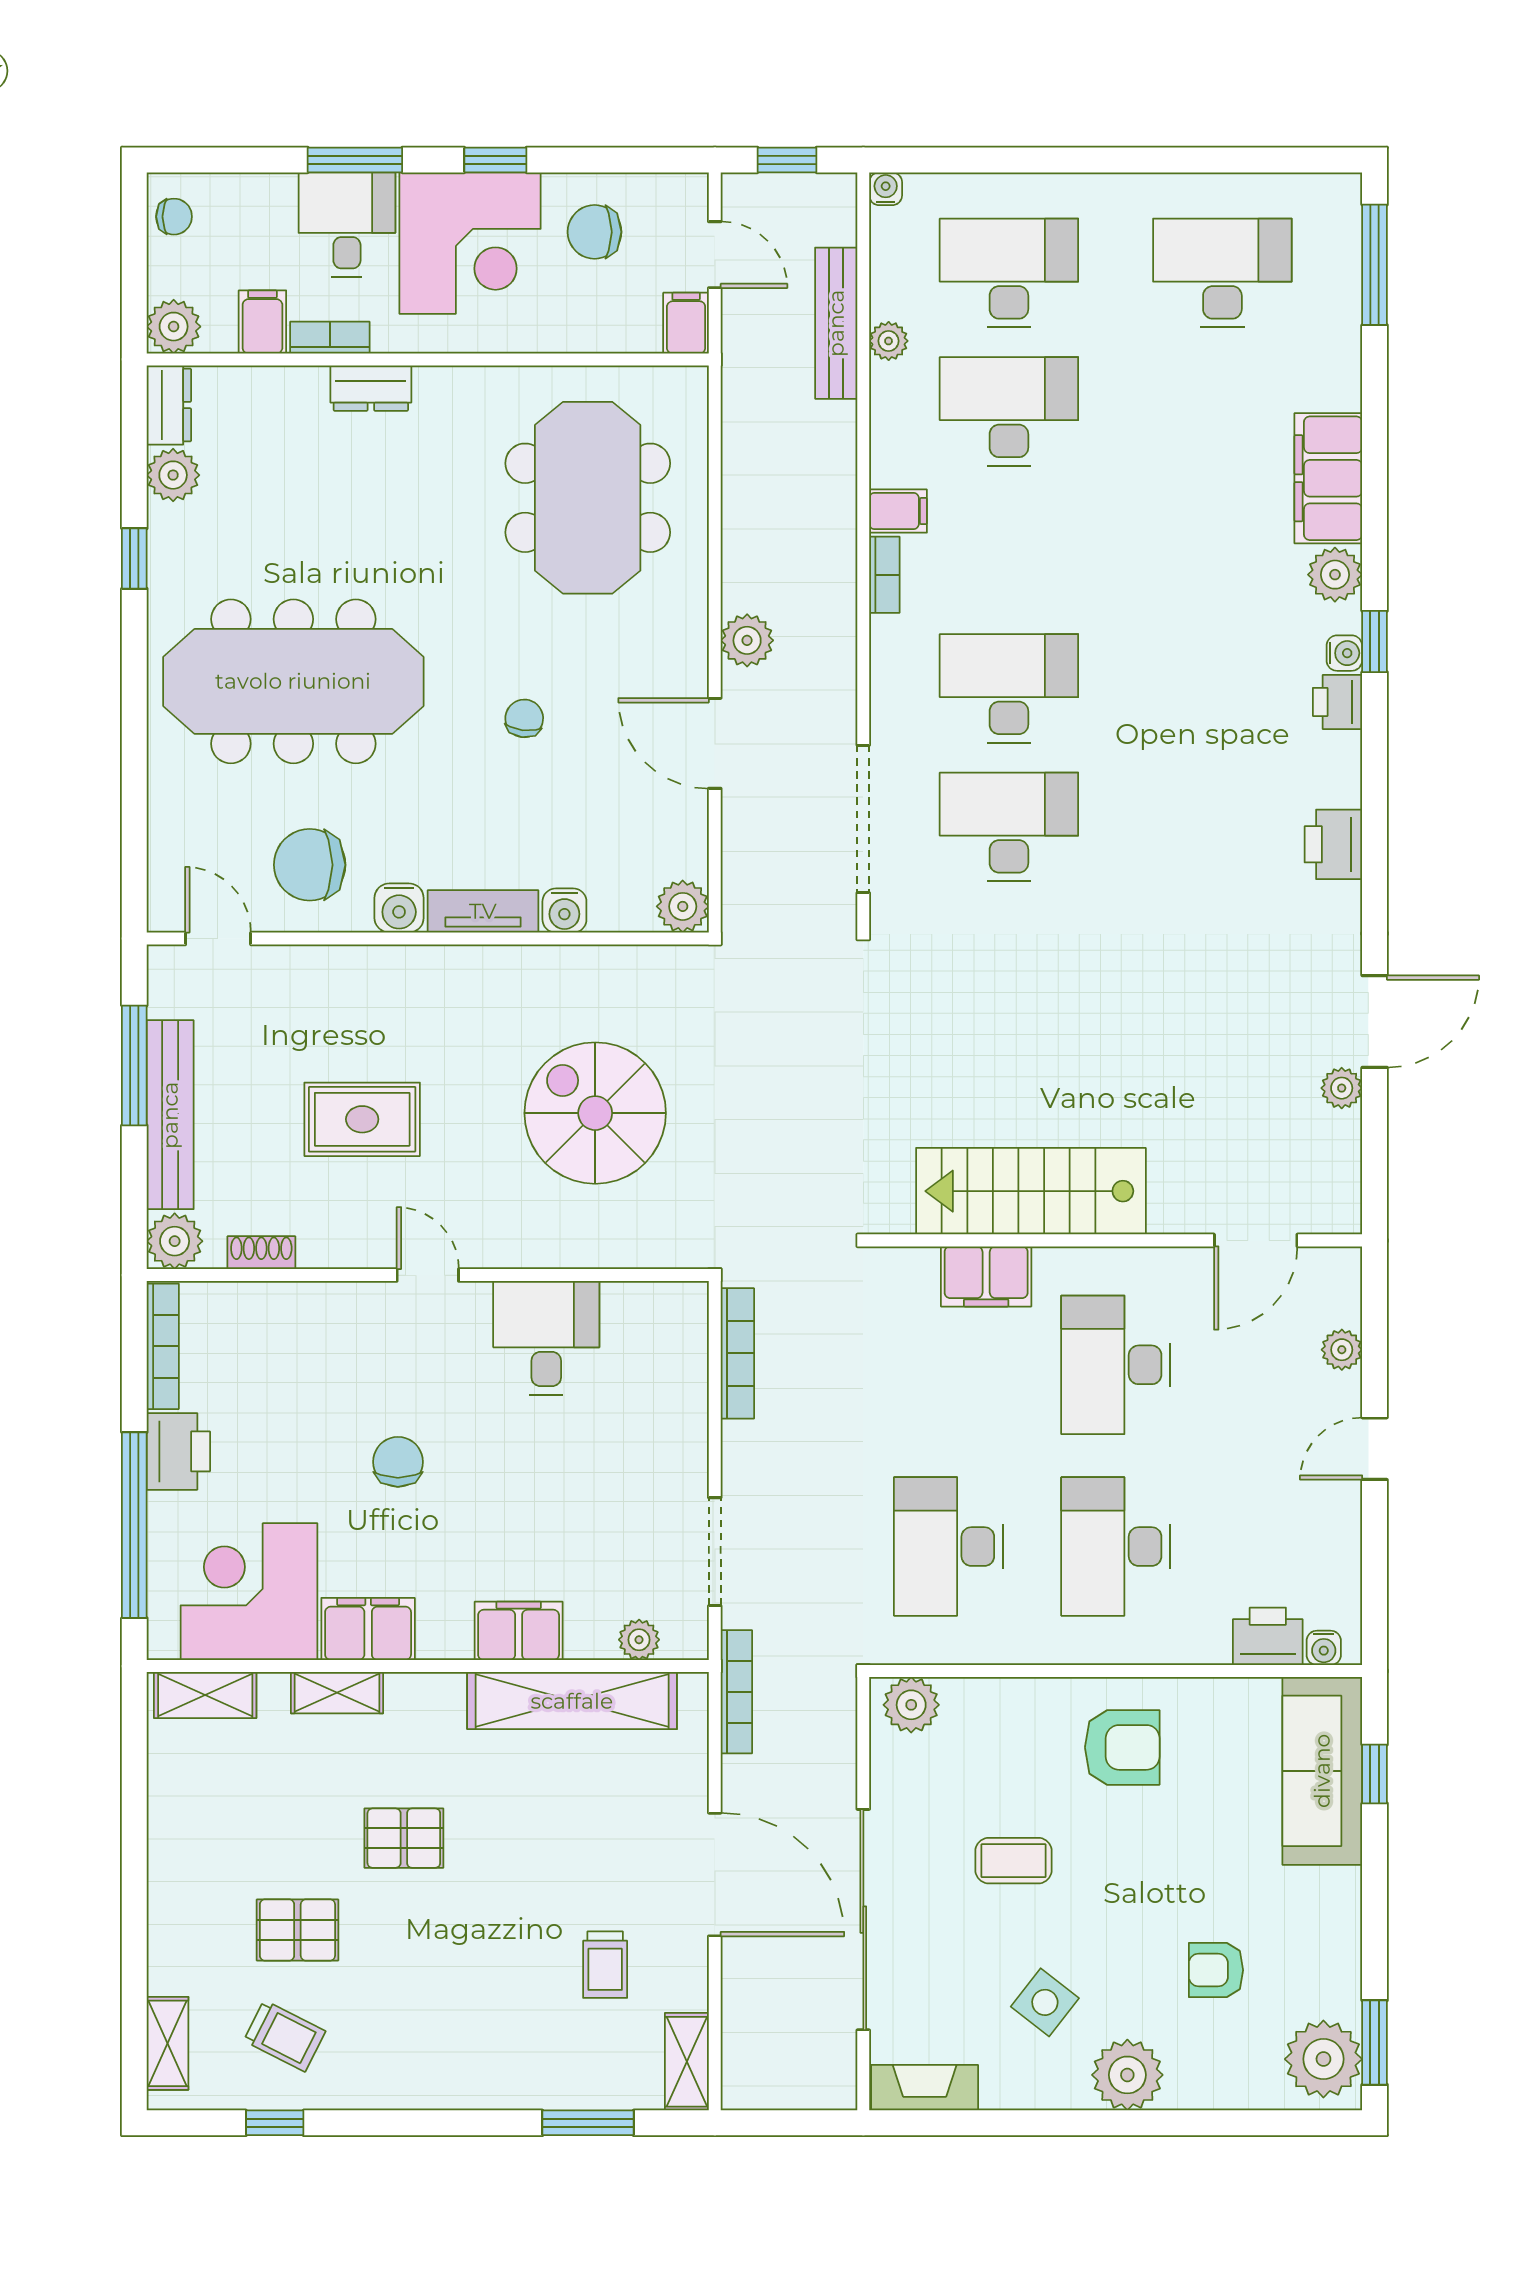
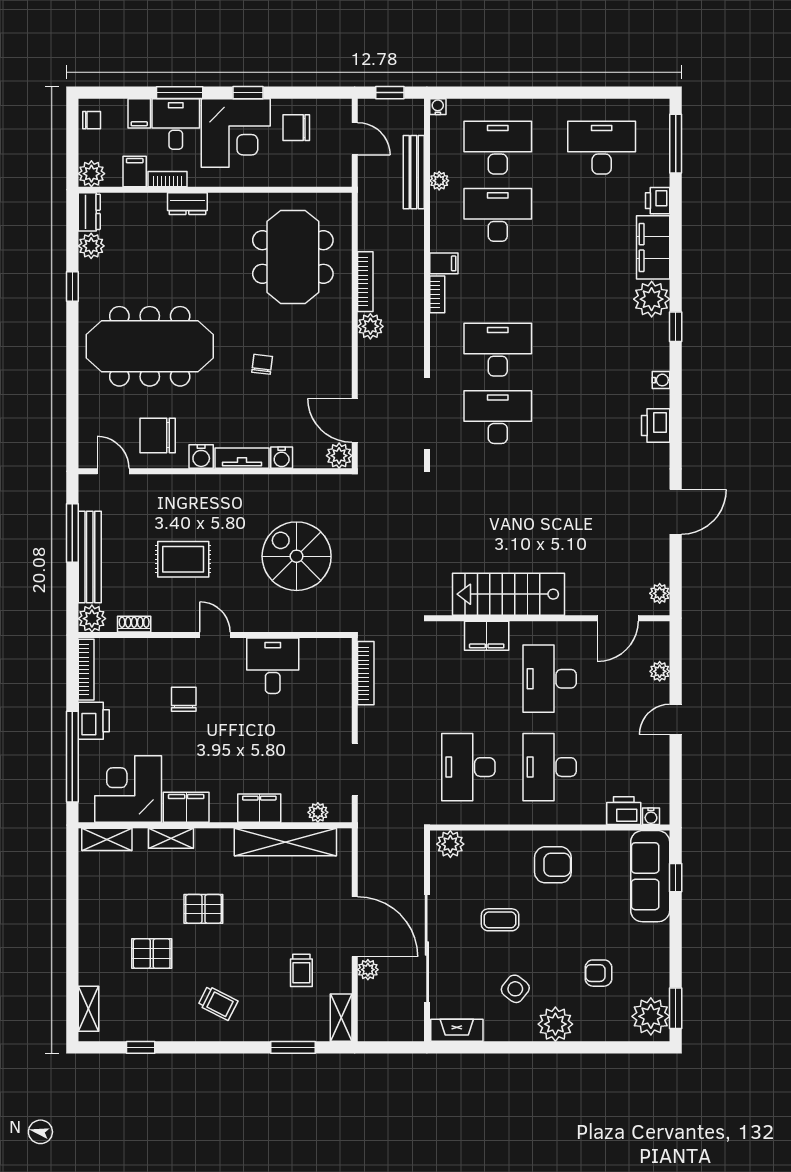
filing cabinet: (686, 323) -> (139, 113), moved, turned 180
plant: (1335, 575) -> (652, 299), width x1.36, depth x1.36
water cooler: (1344, 653) -> (661, 380), moved
printer: (1337, 702) -> (658, 201), moved
door: (715, 743) -> (355, 420), moved
plant: (1342, 1088) -> (660, 593), moved
chair: (398, 1462) -> (184, 699), moved
bookcase: (736, 1692) -> (365, 282), moved
plant: (742, 1963) -> (368, 970), added
trolley: (285, 2036) -> (218, 1003), moved

